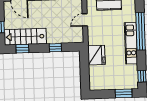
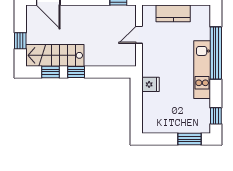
window: (55, 48) -> (76, 72), moved
fridge: (96, 55) -> (150, 84), width x0.53, depth x0.75

